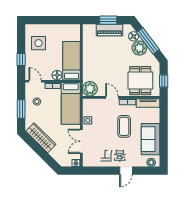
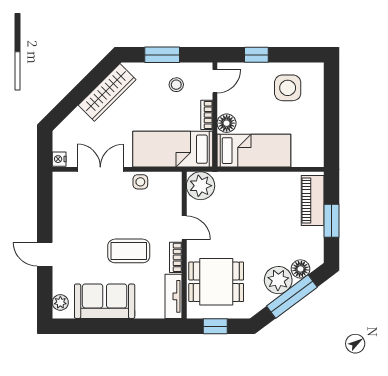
piano: (110, 30) -> (313, 201), moved
door: (112, 97) -> (184, 228), hinge flipped

